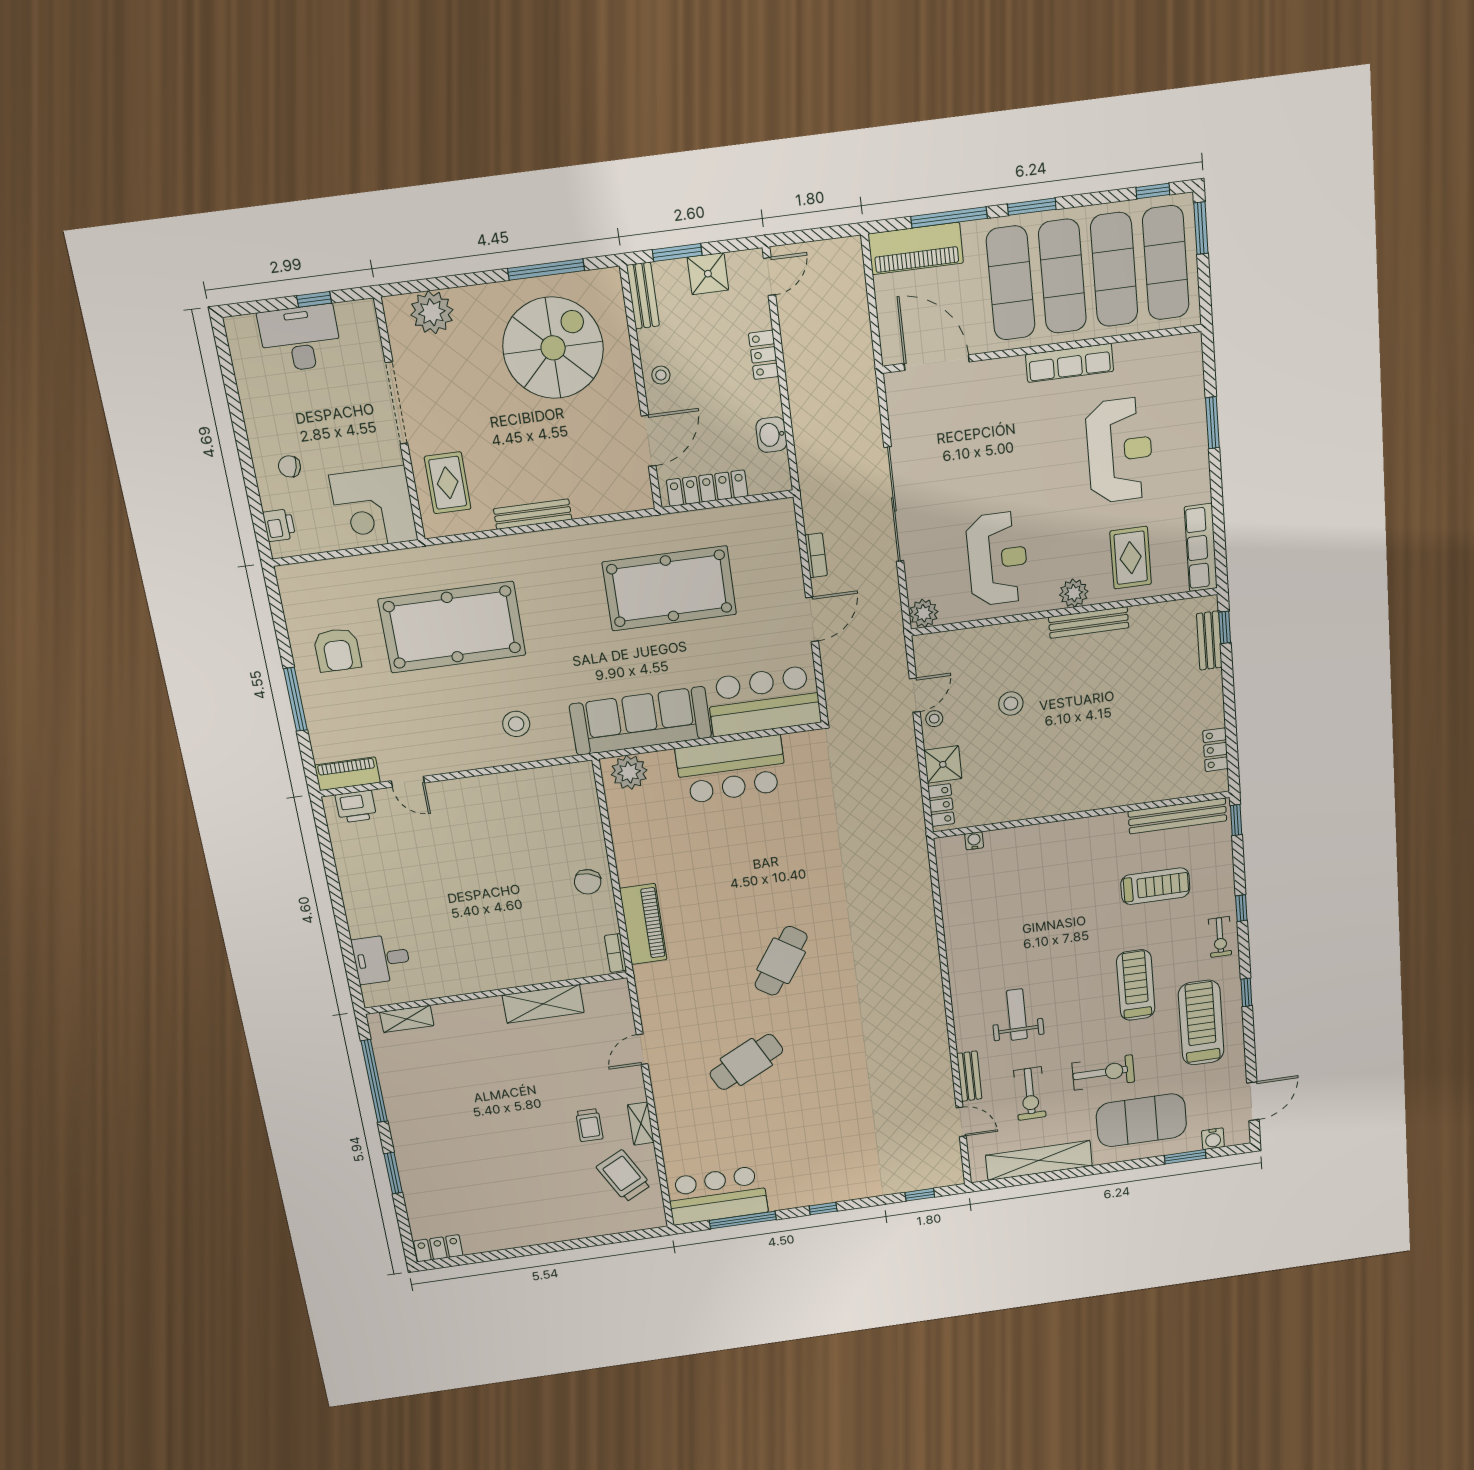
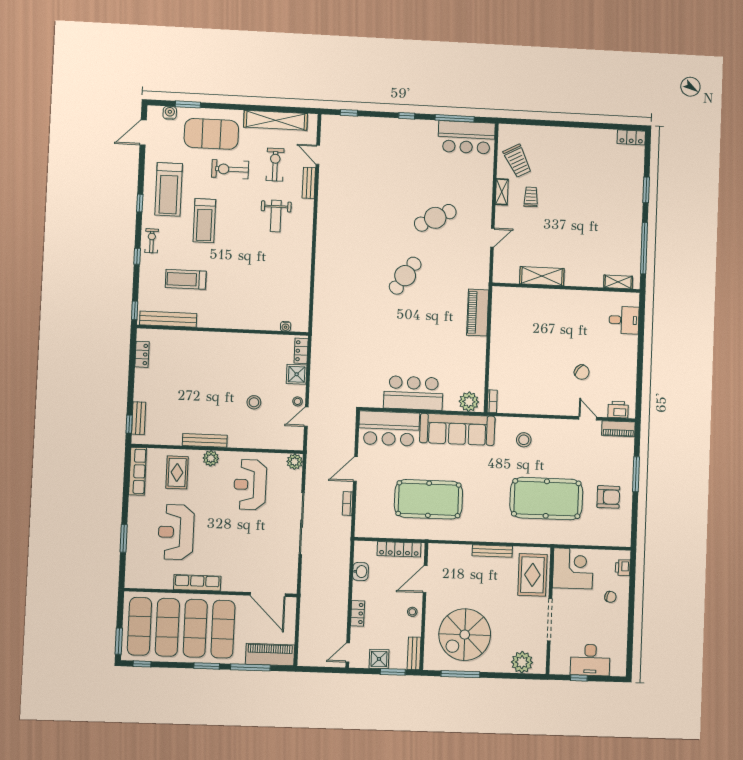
rug: (448, 483) -> (532, 575), width x1.36, depth x1.43
armchair: (337, 650) -> (608, 497), turned 90
chair: (588, 882) -> (582, 372), moved, turned 112
bookcase: (615, 953) -> (492, 401), moved

